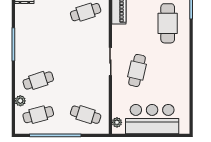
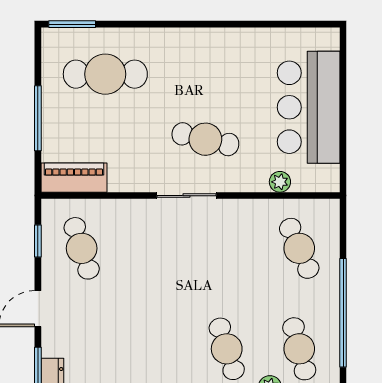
cafe table: (86, 115) -> (299, 248), turned -42
plant: (117, 122) -> (280, 182), moved

